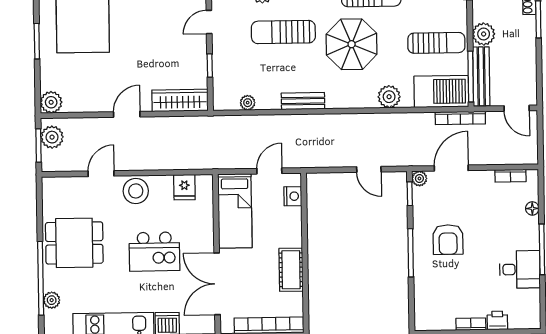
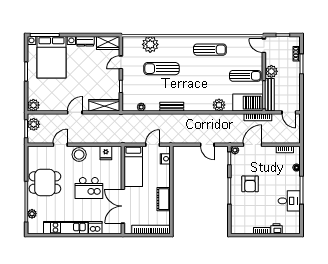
parasol: (352, 44) -> (199, 76), removed

